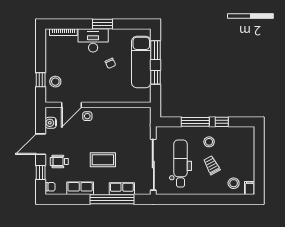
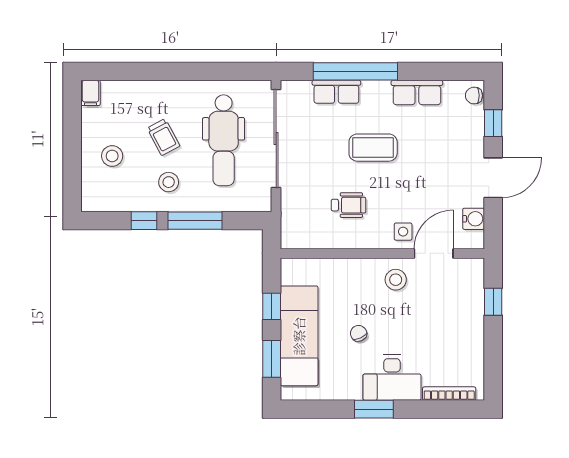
stool: (55, 82) -> (396, 280), moved
wheelchair: (59, 161) -> (349, 205), moved
stool: (234, 183) -> (112, 156), moved

